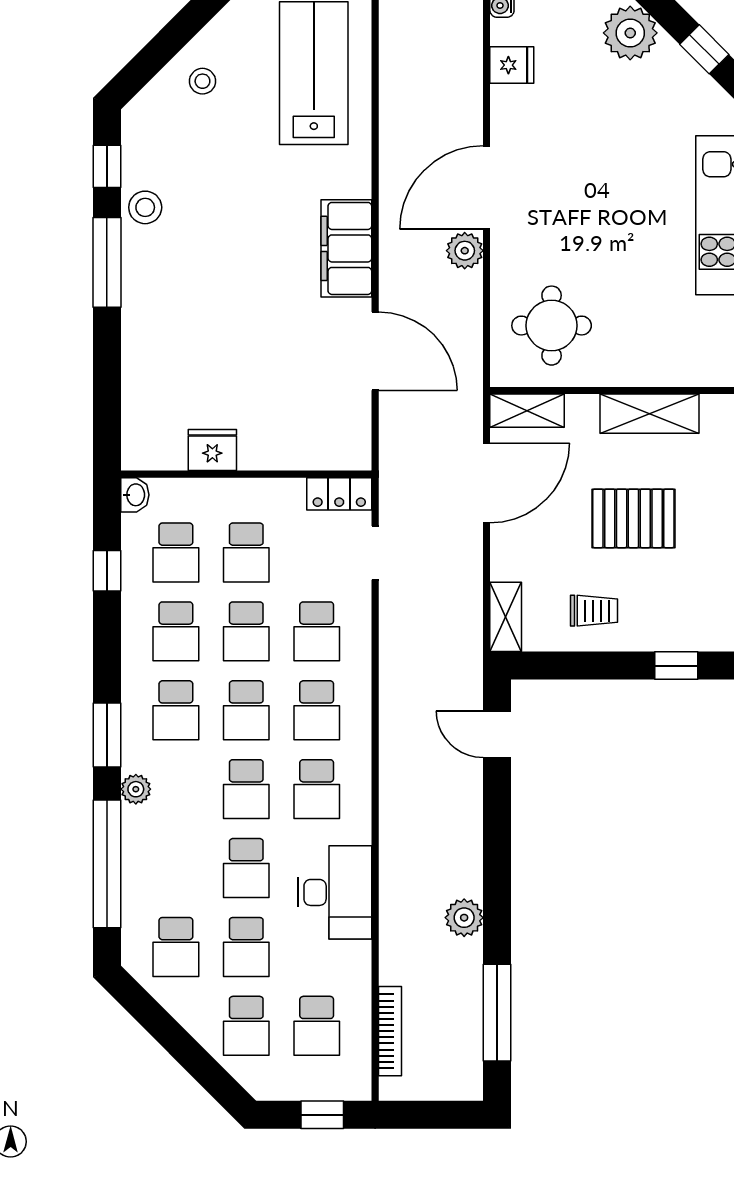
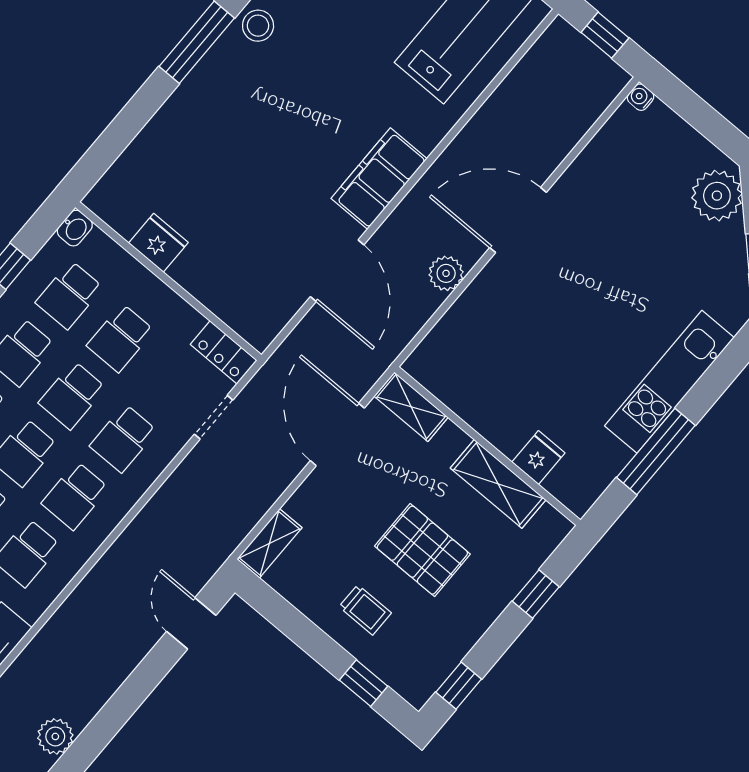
fridge: (512, 65) -> (538, 458), moved, turned -90
plant: (465, 251) -> (446, 273), moved
round table: (552, 326) -> (481, 360), removed
door: (487, 483) -> (337, 434), swing flipped
trolley: (594, 611) -> (365, 610), moved

